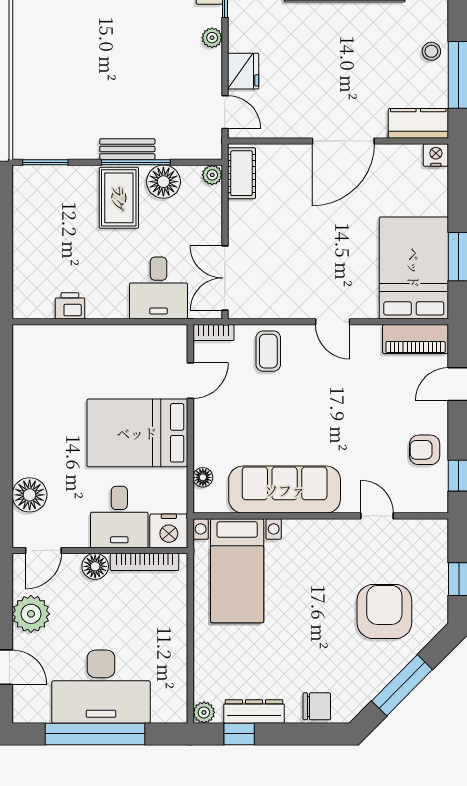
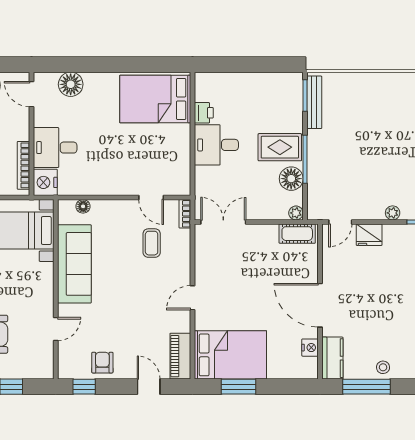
bench: (127, 149) -> (314, 102), moved, width x1.36
nightstand: (436, 155) -> (310, 348), moved
desk: (159, 288) -> (216, 145), moved
coffee table: (268, 351) -> (152, 243), moved, turned 90
bed: (137, 433) -> (155, 99), moved, turned -90
floor lamp: (95, 566) -> (20, 131), removed

